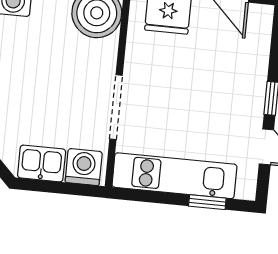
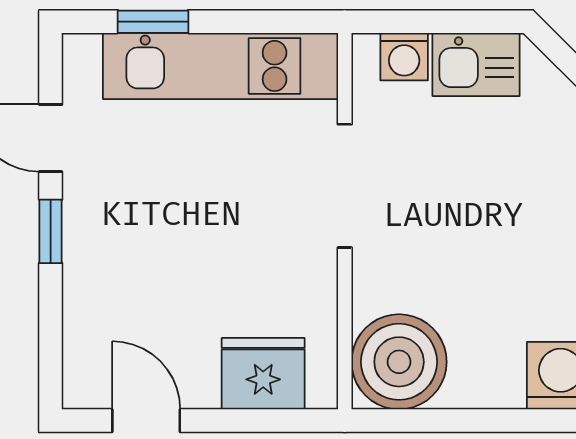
washing machine: (84, 167) -> (404, 57), width x0.73, depth x0.73

